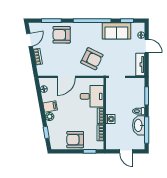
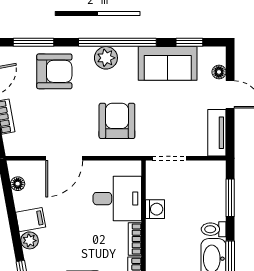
plant: (87, 28) -> (106, 58), added
armchair: (62, 35) -> (54, 71), turned 180
armchair: (92, 59) -> (117, 121), turned -116
washing machine: (110, 119) -> (155, 209), moved

